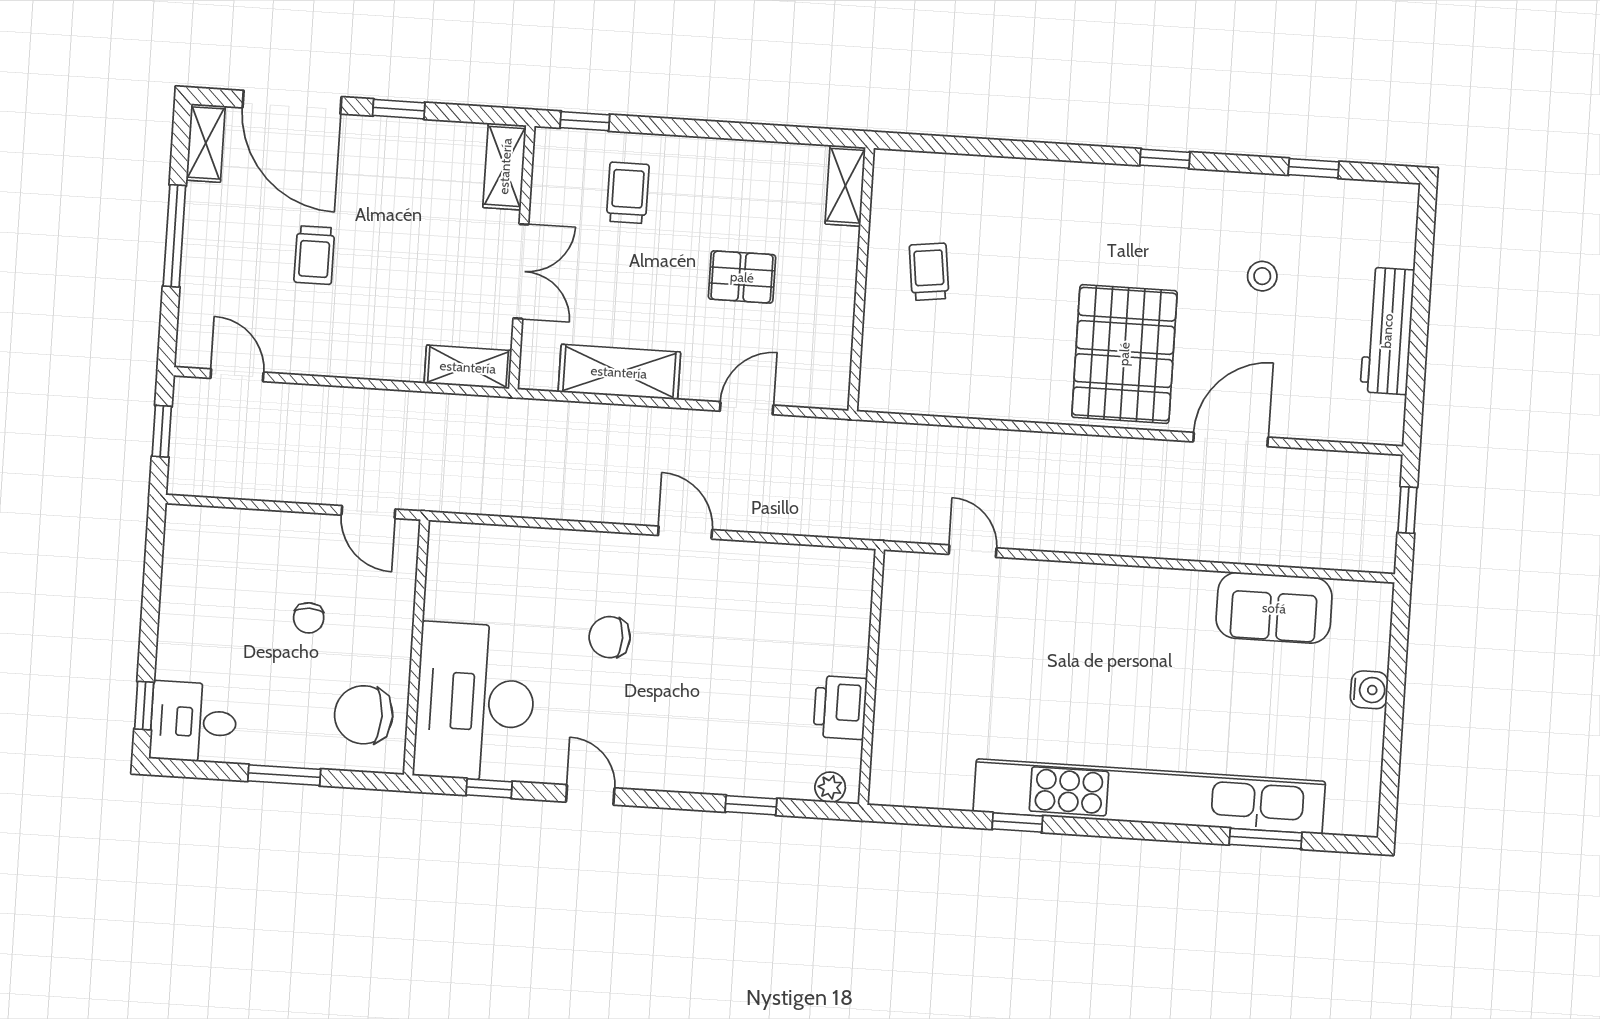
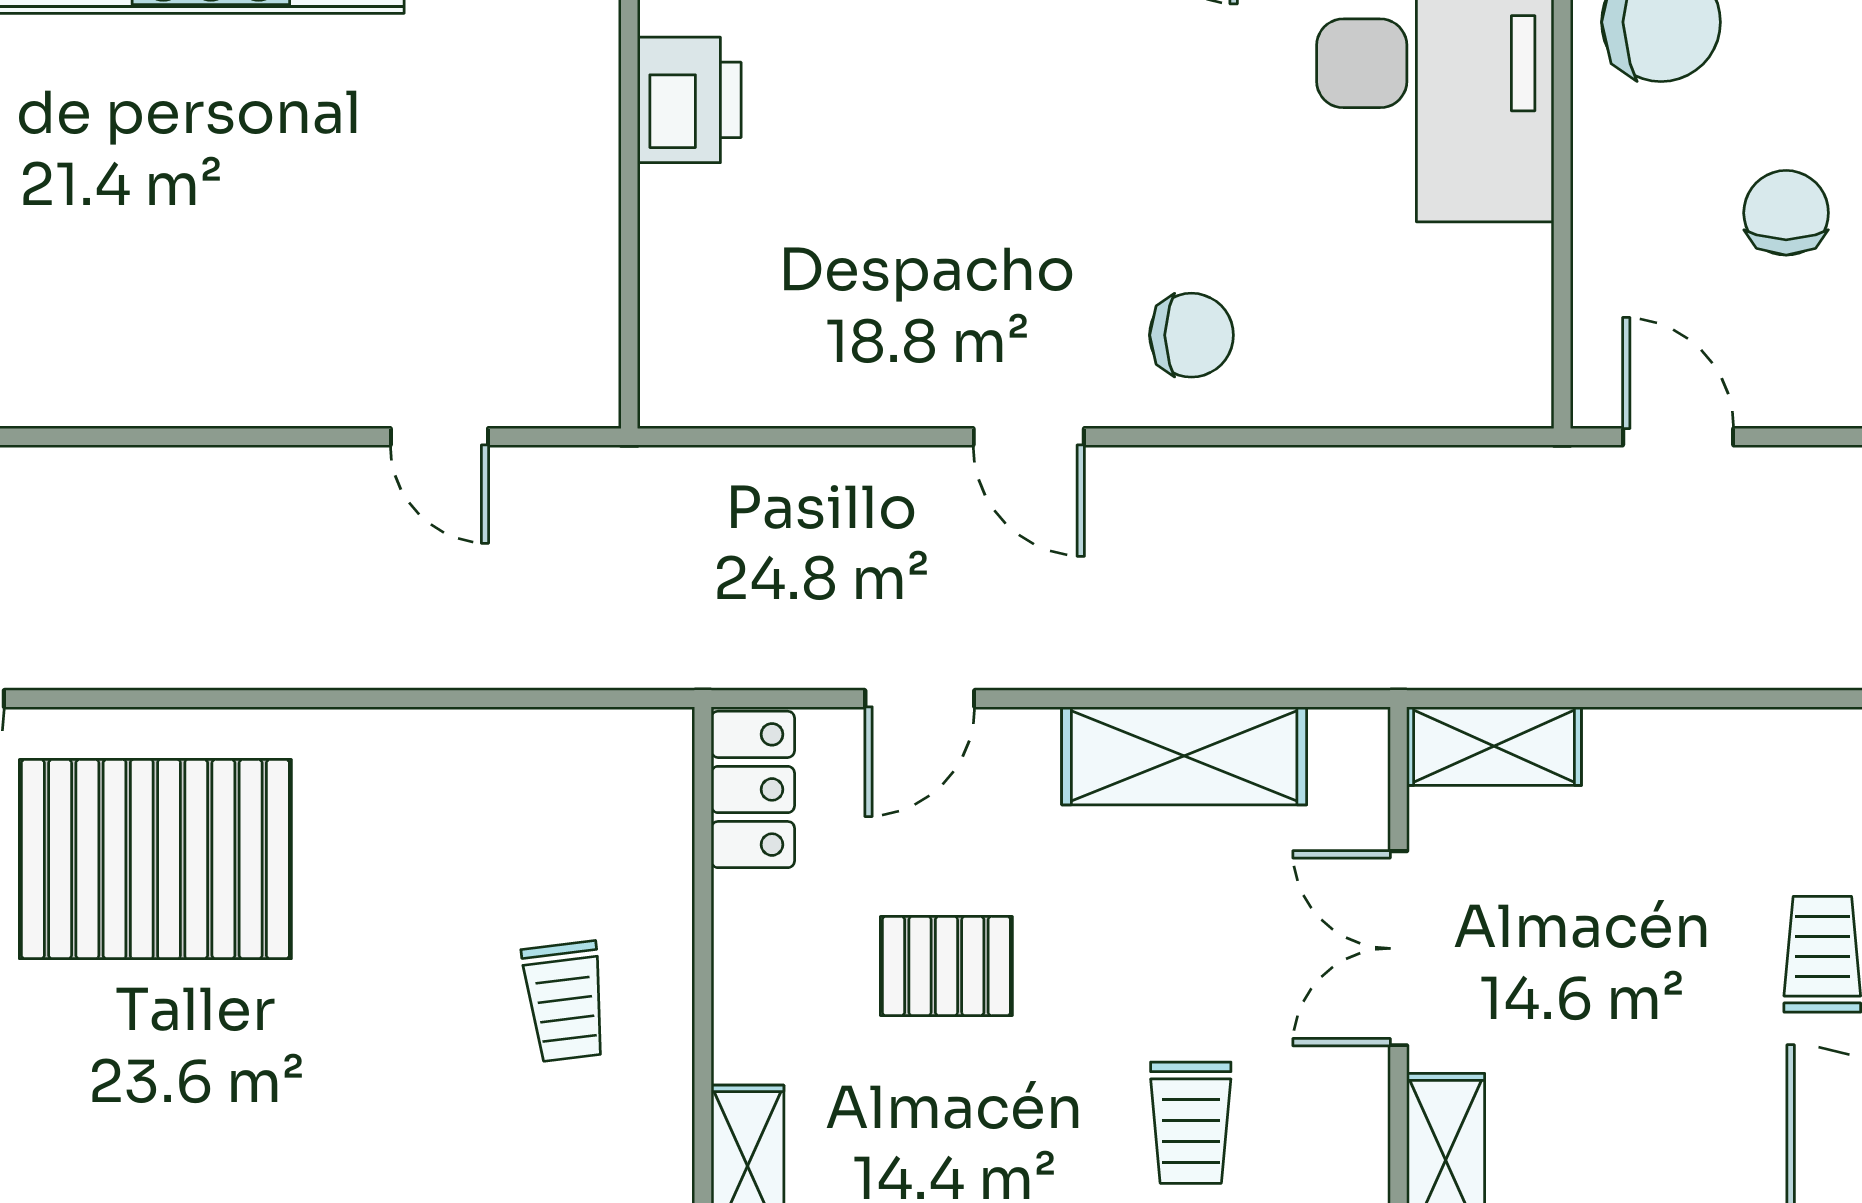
pallet: (1124, 354) -> (155, 859), turned 90
locker: (831, 369) -> (753, 789), added
chair: (309, 618) -> (1786, 213), width x1.37, depth x1.37
chair: (610, 637) -> (1191, 335), moved

